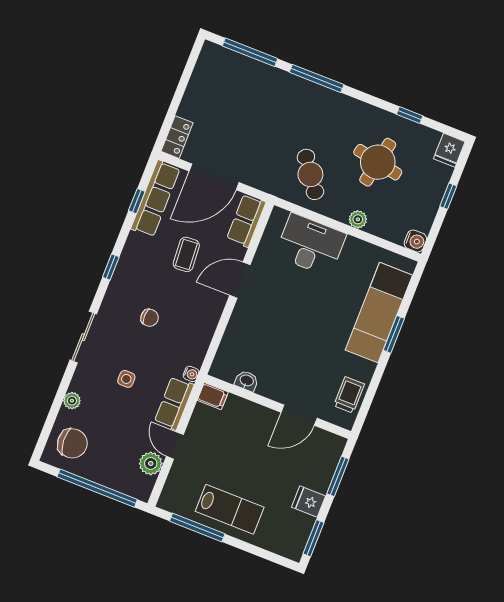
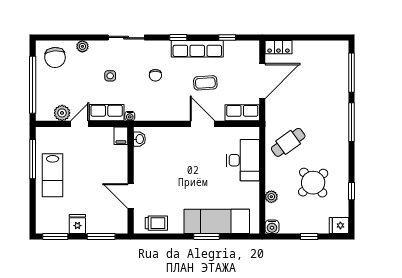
round table: (378, 162) -> (313, 183), turned 37
door: (214, 177) -> (262, 81), swing flipped
row of seats: (155, 199) -> (197, 49), moved
plant: (358, 219) -> (271, 197), moved
washbasin: (247, 381) -> (139, 139), moved

